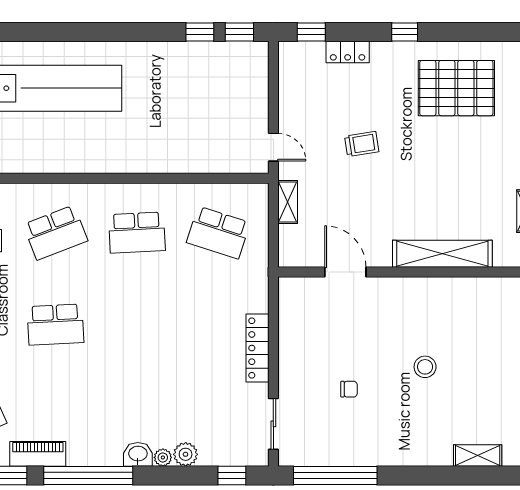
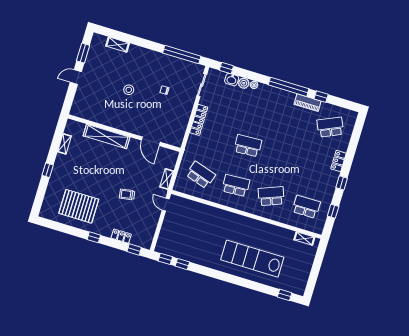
school desk: (55, 325) -> (248, 146), moved
washbasin: (138, 454) -> (232, 80), moved

